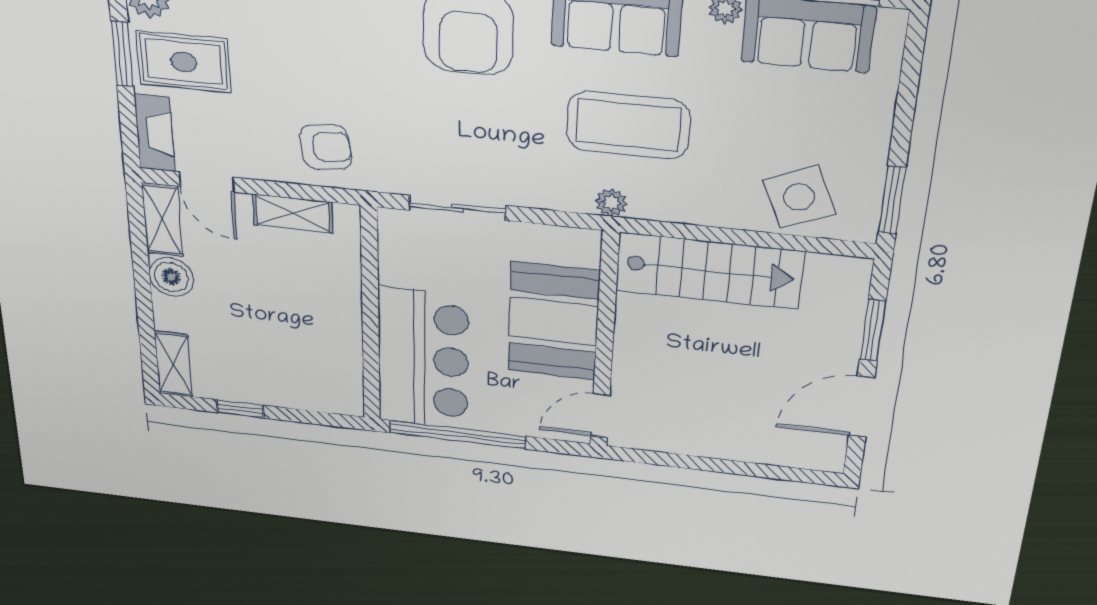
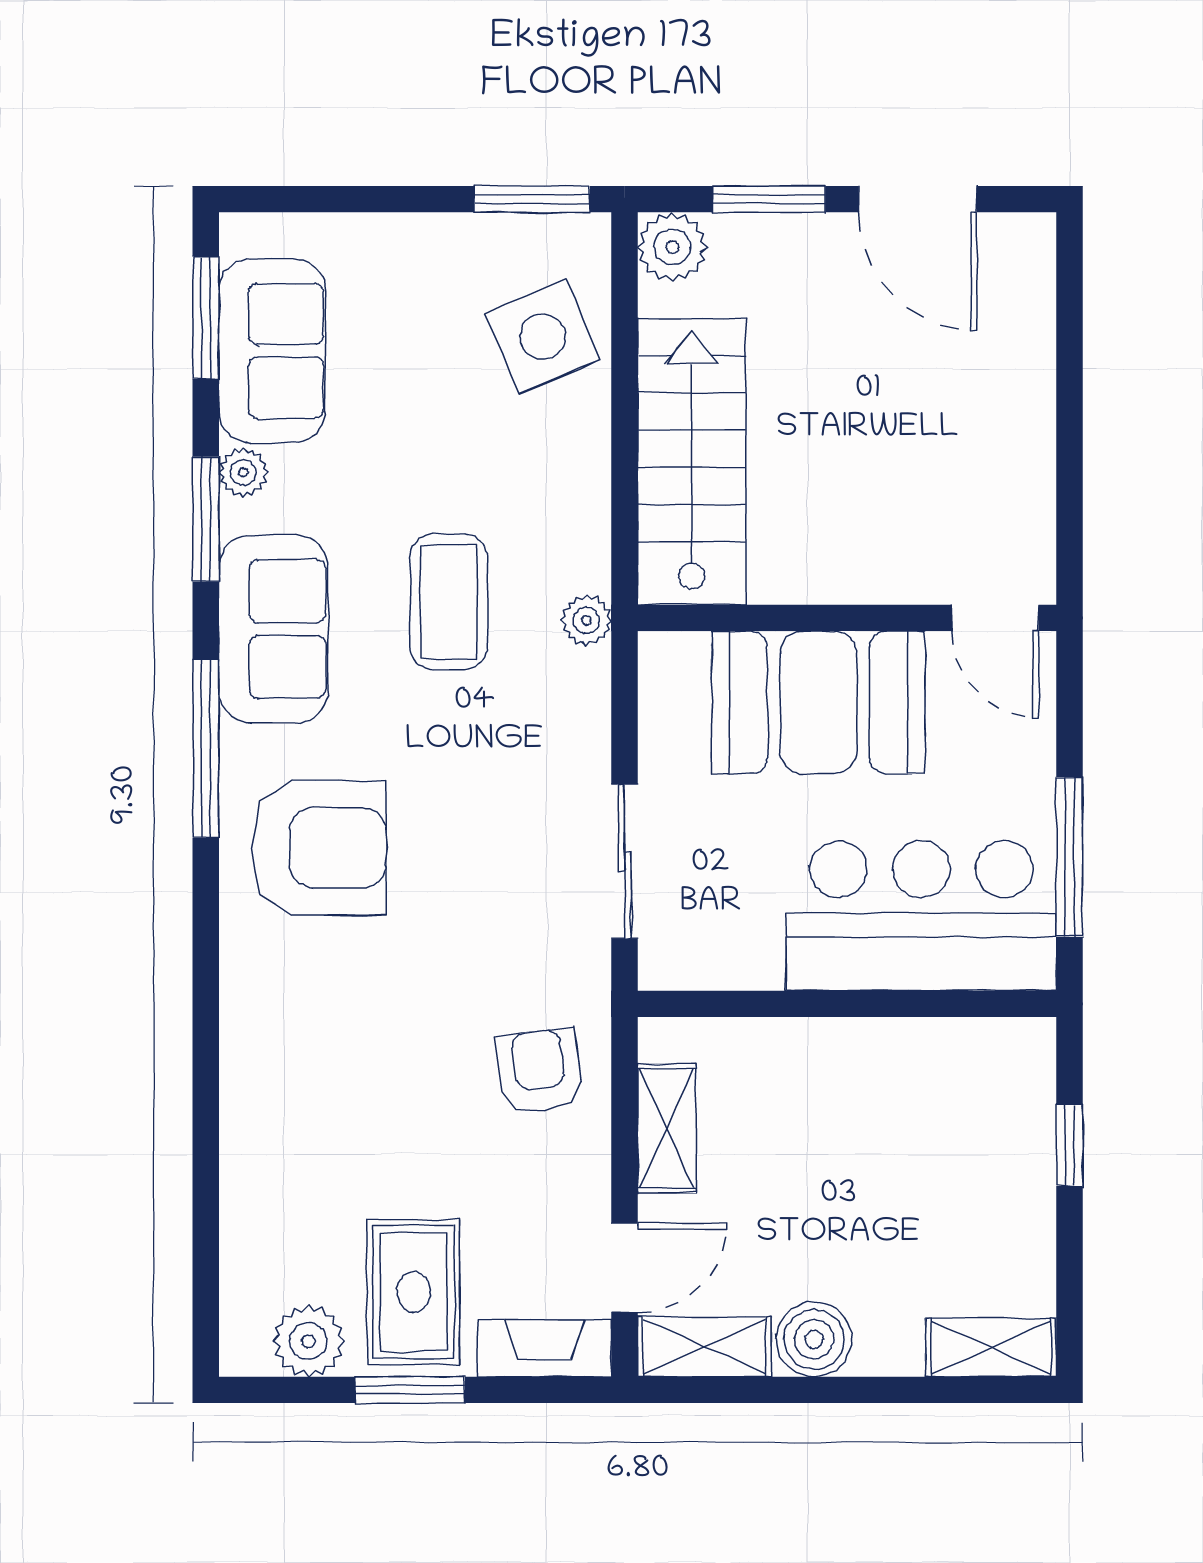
coffee table: (628, 125) -> (449, 602), width x0.73, depth x0.76
plant: (849, 275) -> (672, 247), added
window: (240, 409) -> (1069, 1145), moved
window: (457, 435) -> (1069, 857), width x0.68

